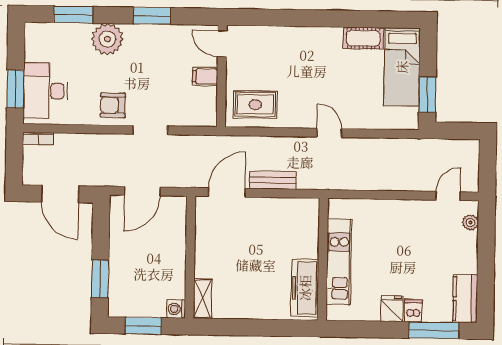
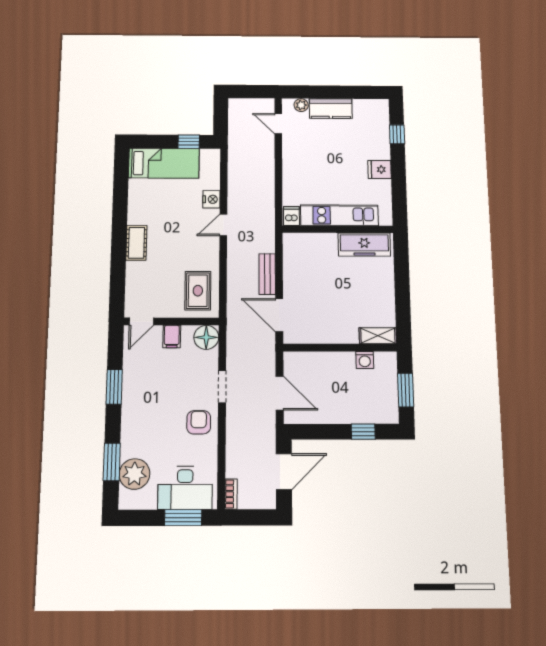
cot: (363, 38) -> (136, 243), moved
plant: (107, 39) -> (134, 474), moved
window: (427, 95) -> (189, 142), width x0.67
armchair: (113, 105) -> (199, 422), turned 180
floor lamp: (204, 114) -> (206, 337), added
nightstand: (359, 120) -> (211, 199), added
window: (100, 279) -> (363, 432), width x0.67
kitchen counter: (465, 299) -> (331, 109), moved
washing machine: (176, 309) -> (365, 360), moved
dishwasher: (413, 311) -> (291, 216), moved, turned 90
window: (434, 330) -> (397, 134), width x0.46

